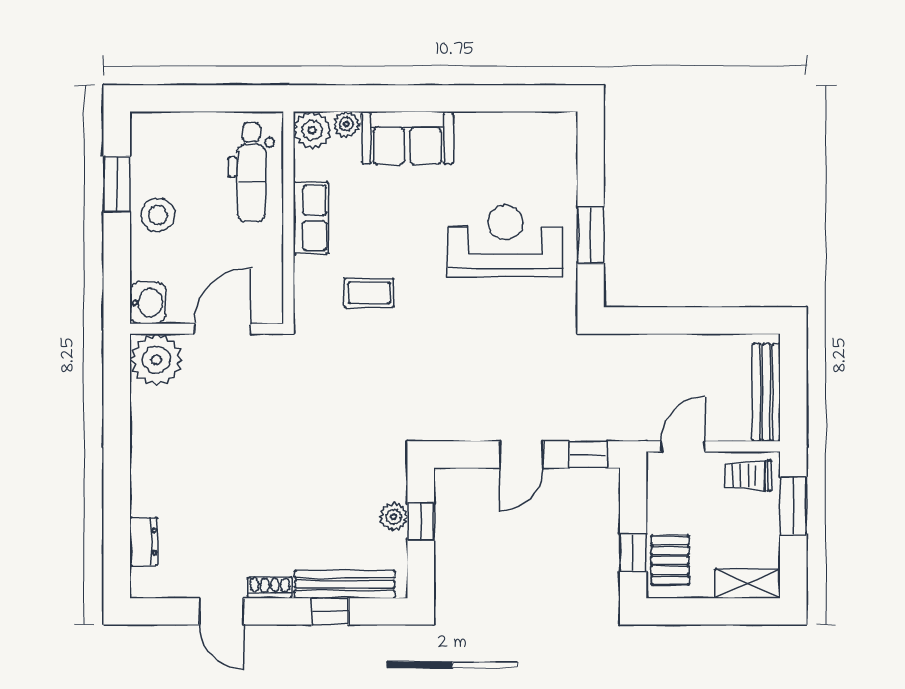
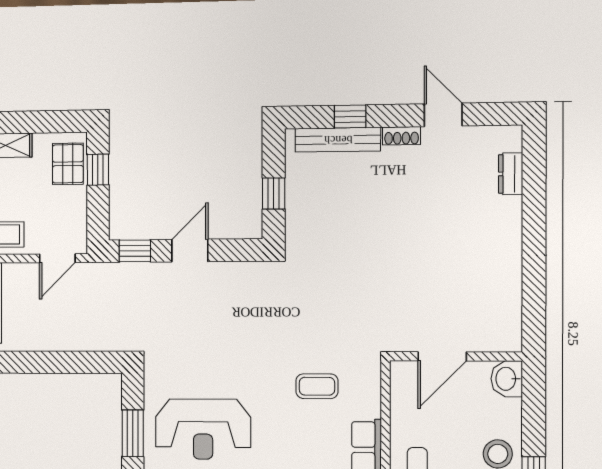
plant: (156, 360) -> (499, 330), removed
plant: (394, 517) -> (296, 197), removed

